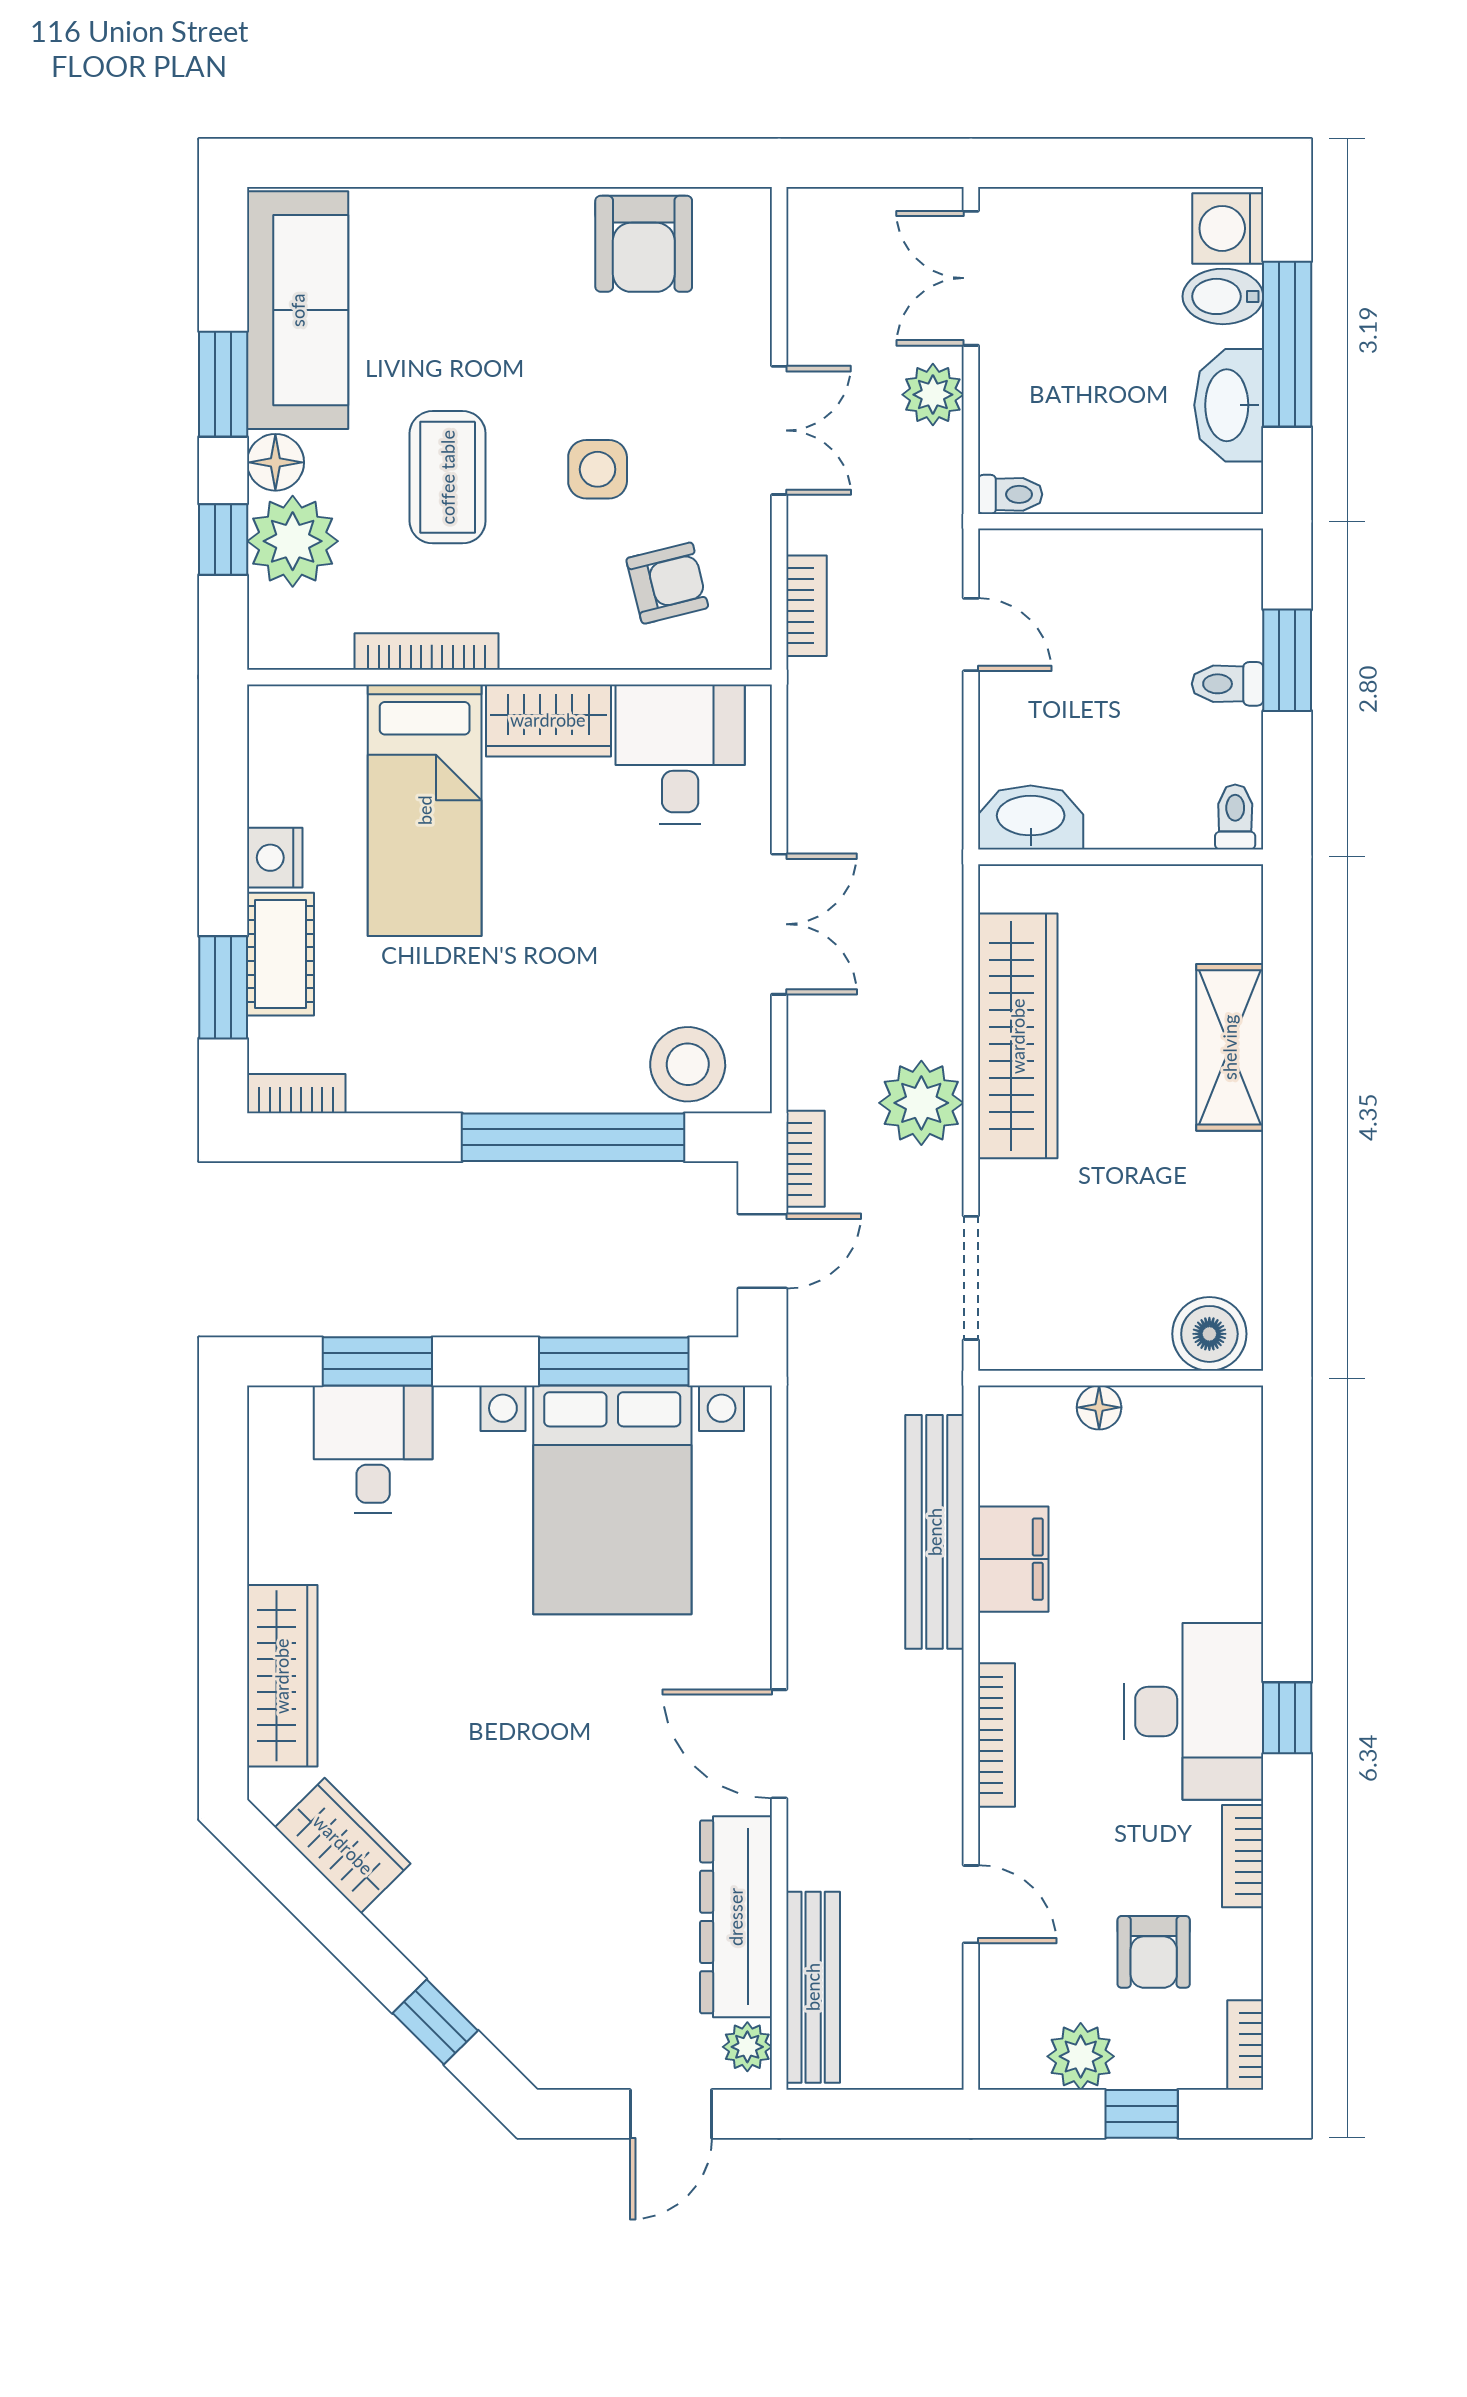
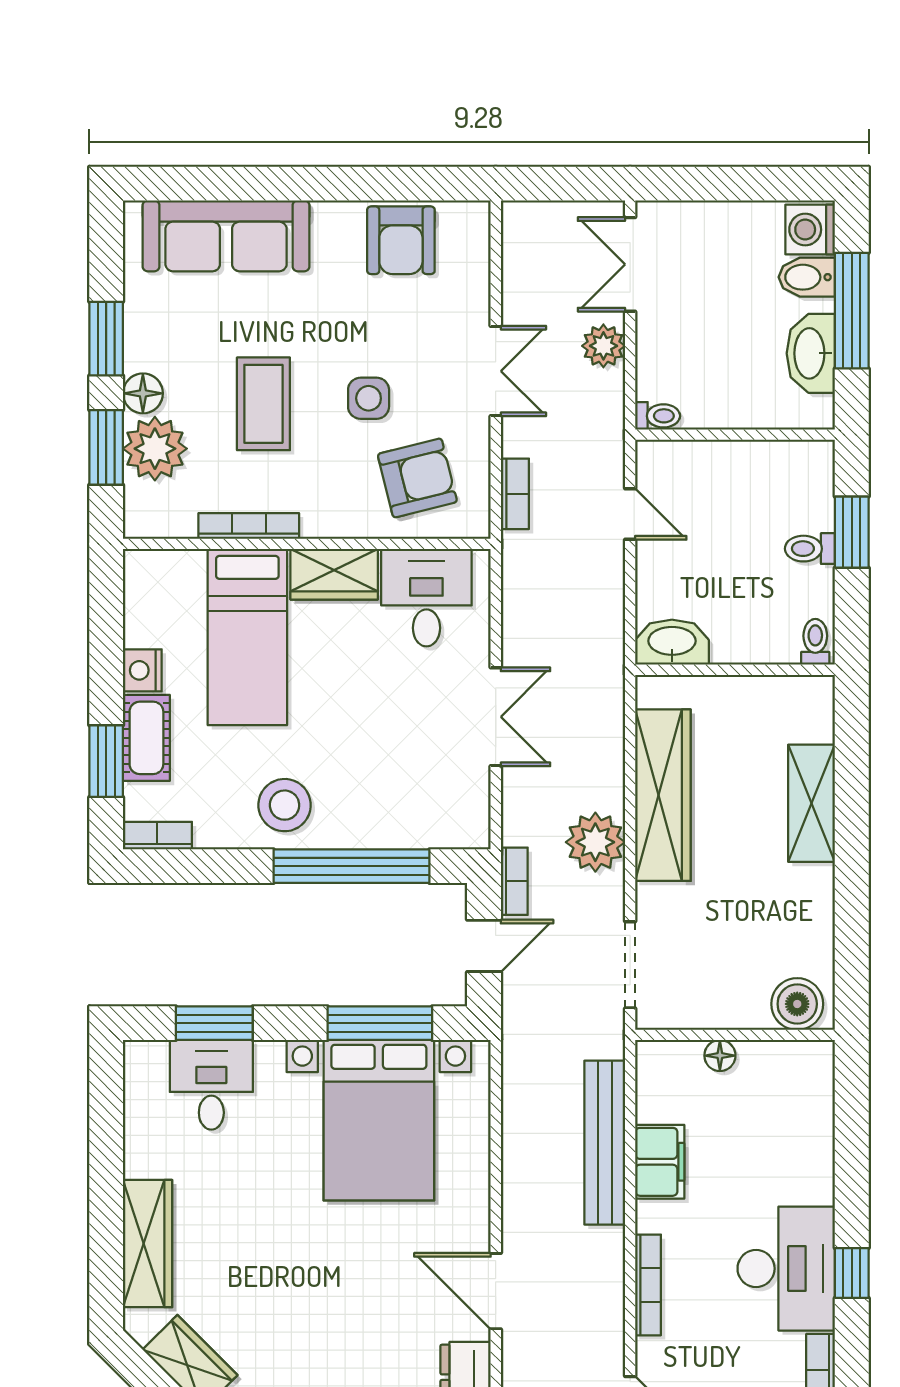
sofa: (298, 310) -> (226, 236), moved, turned 90
window: (223, 539) -> (106, 447), width x1.50
armchair: (667, 583) -> (417, 478), width x1.38, depth x1.38
stool: (688, 1064) -> (285, 805), moved

